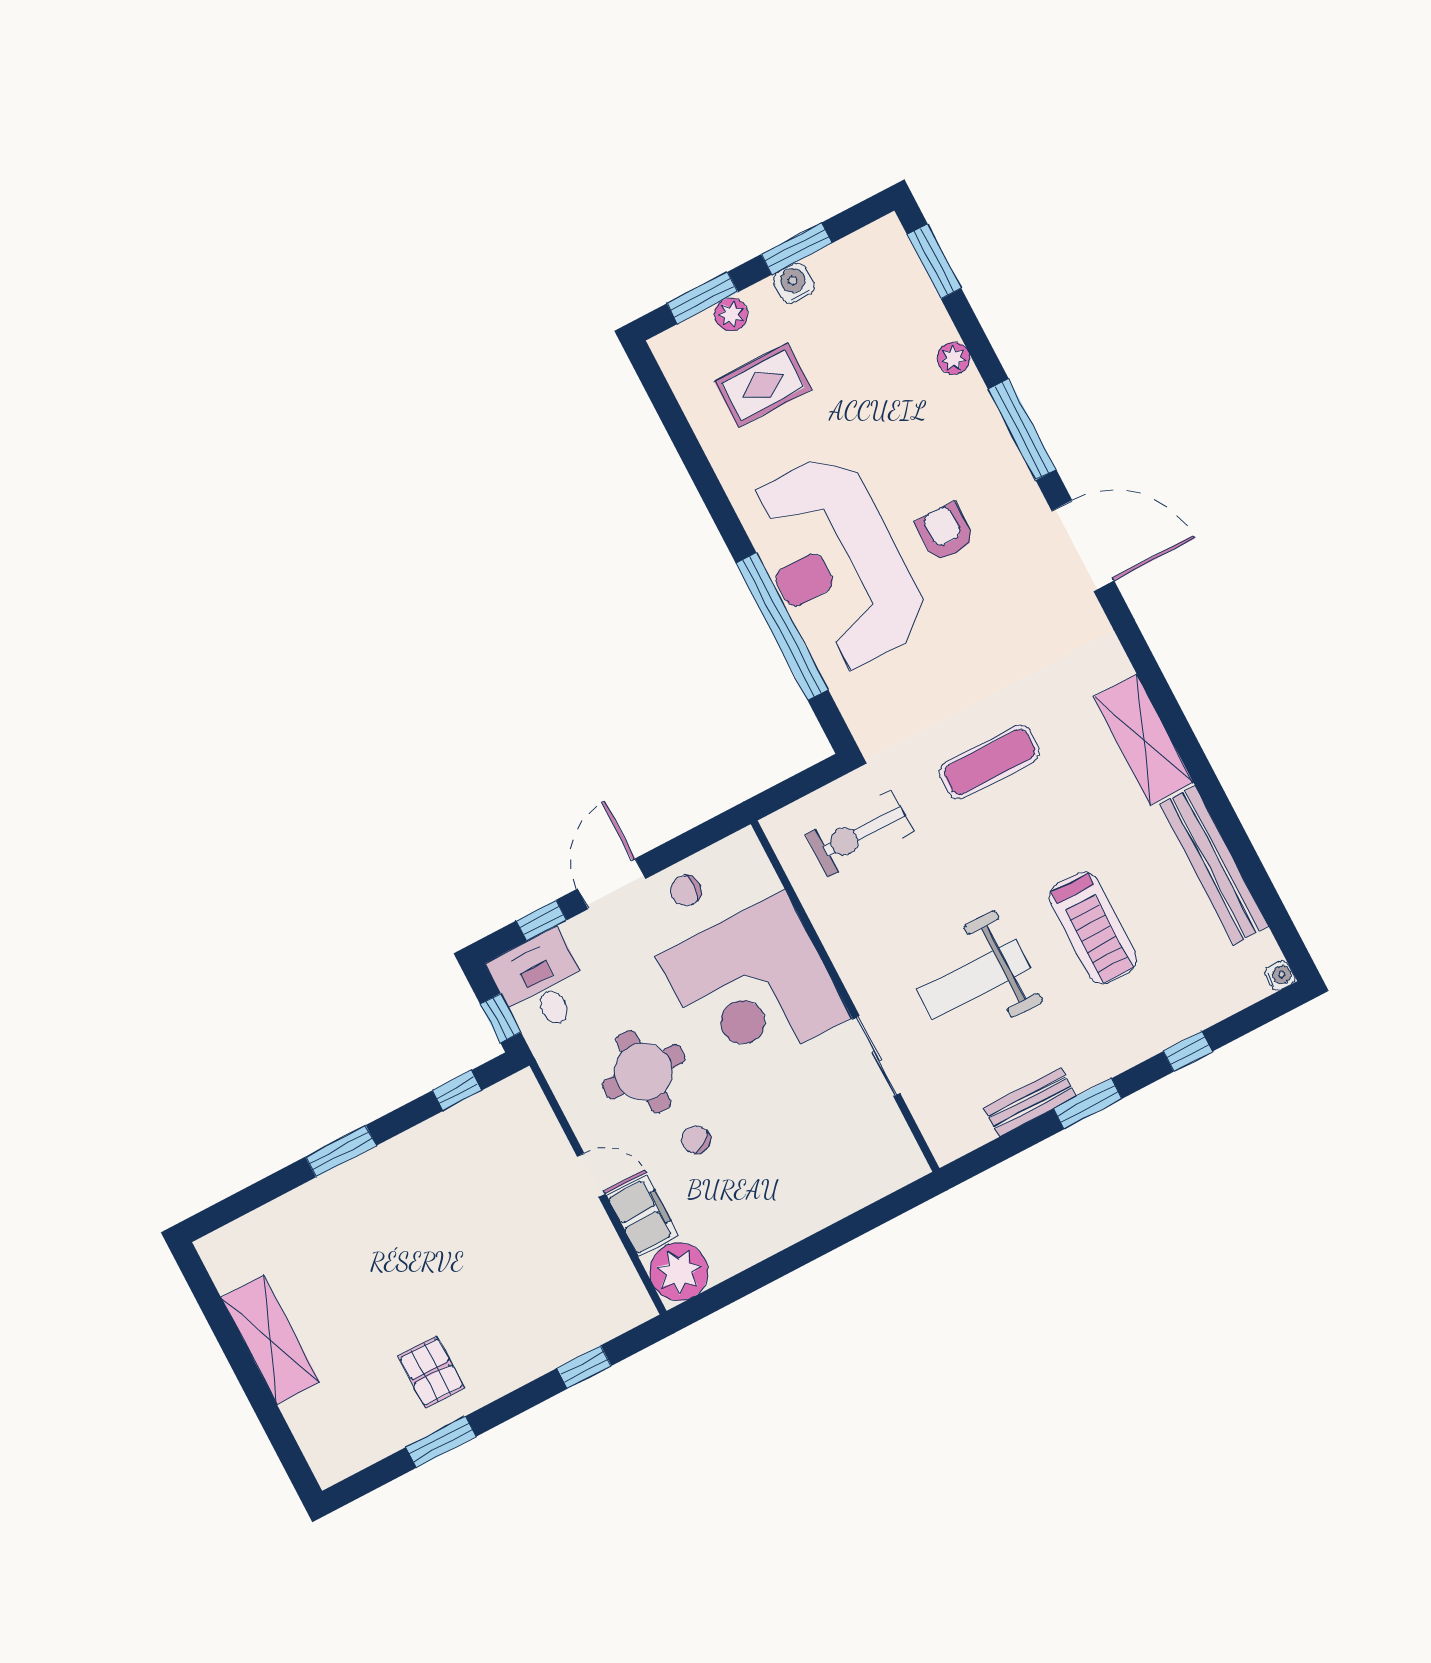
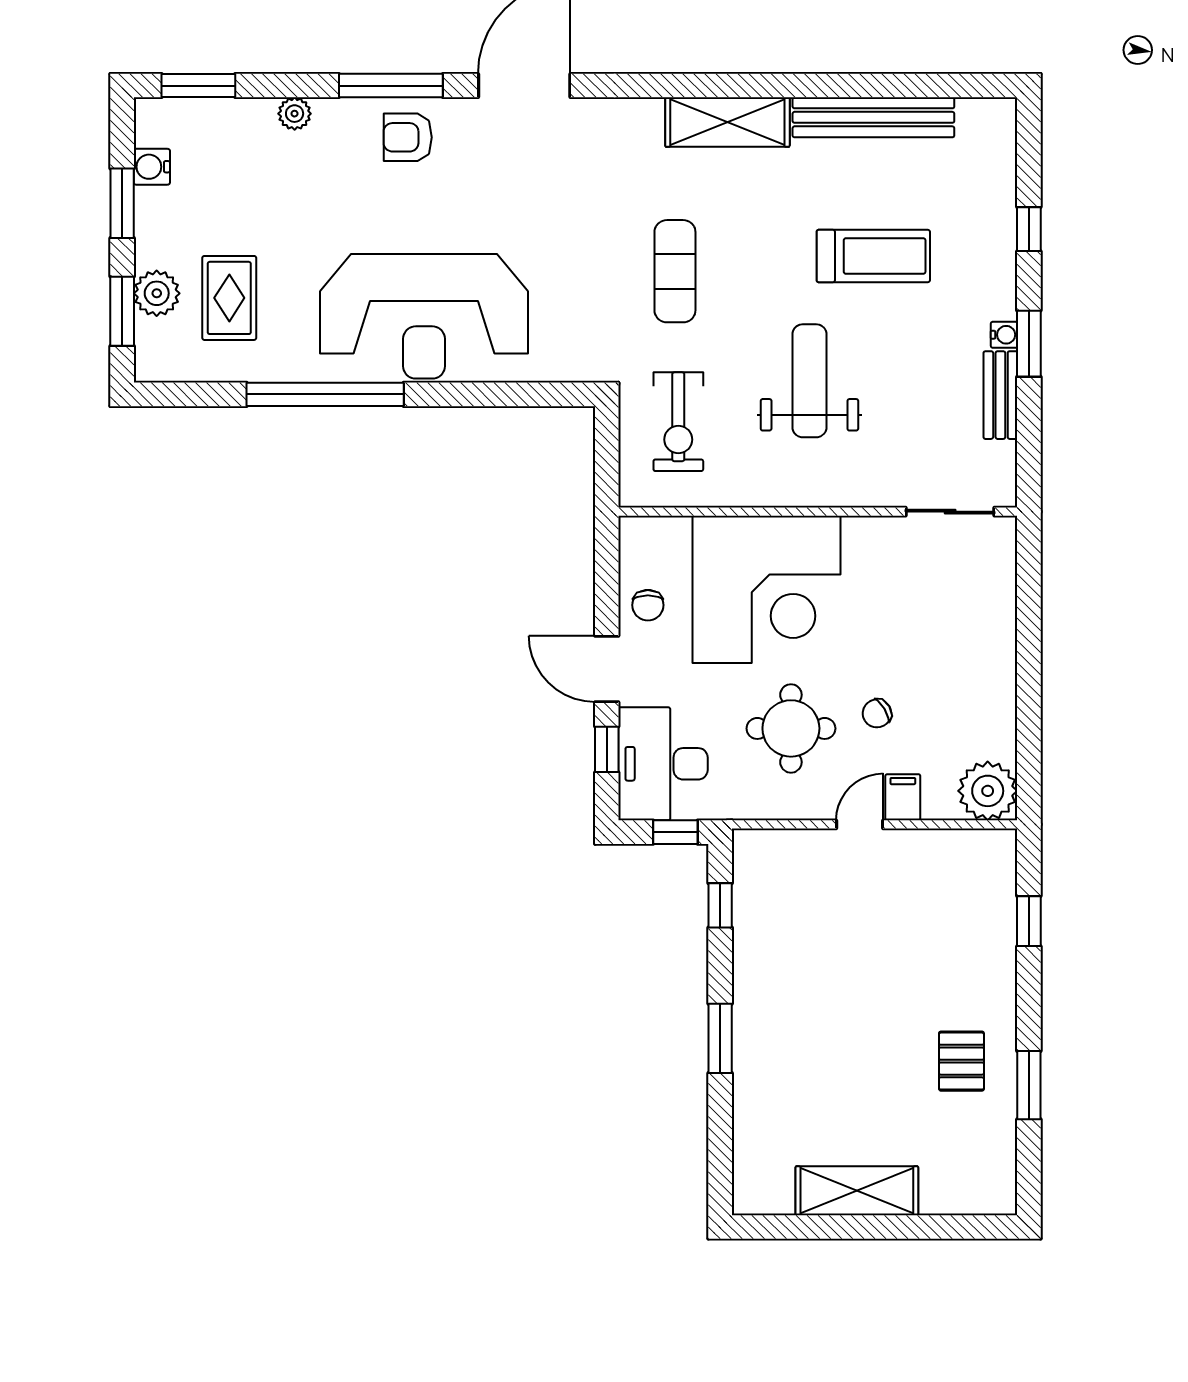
water cooler: (794, 283) -> (152, 167), moved
plant: (731, 314) -> (157, 293), width x1.38, depth x1.38
armchair: (945, 532) -> (408, 137), moved
window: (782, 626) -> (325, 394), moved
water cooler: (1280, 976) -> (1004, 335), moved, turned 90
weight bench: (974, 979) -> (809, 381), moved, turned 180
desk: (541, 983) -> (663, 764), width x1.37
sliding door: (876, 1056) -> (950, 512), moved
filing cabinet: (643, 1216) -> (903, 797), width x0.50
pallet: (431, 1372) -> (961, 1061), turned 90

